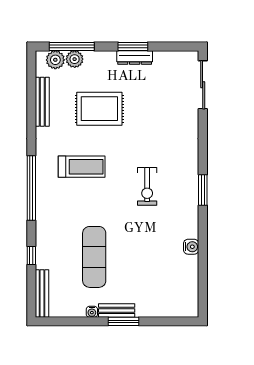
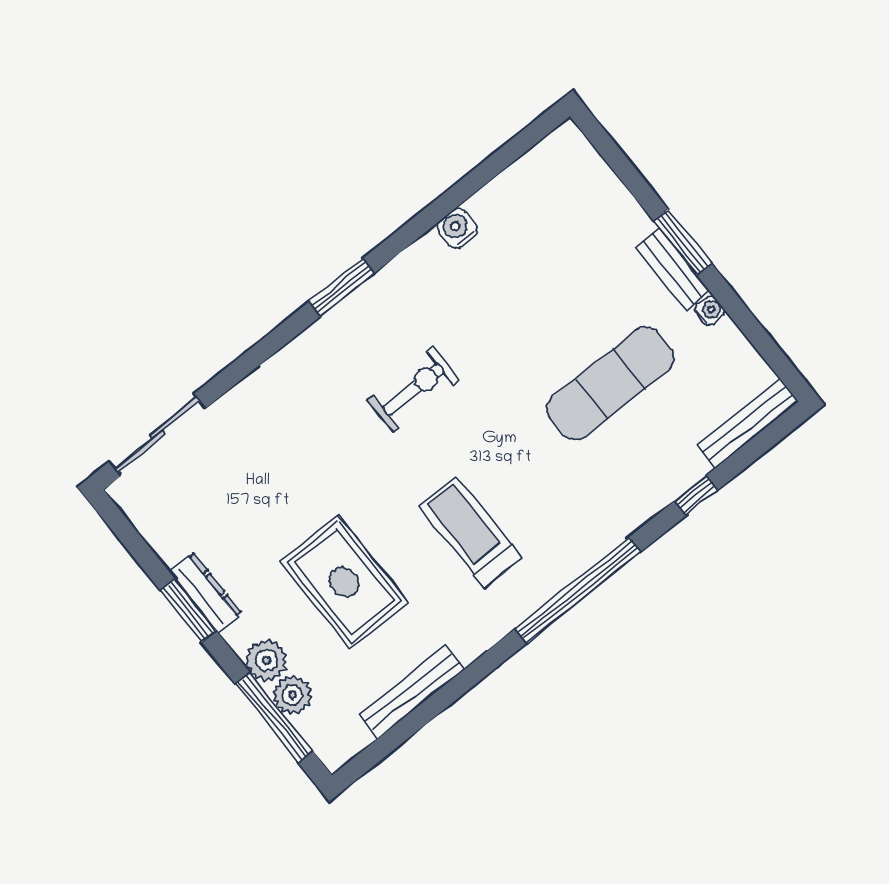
plant: (55, 60) -> (267, 660), moved

